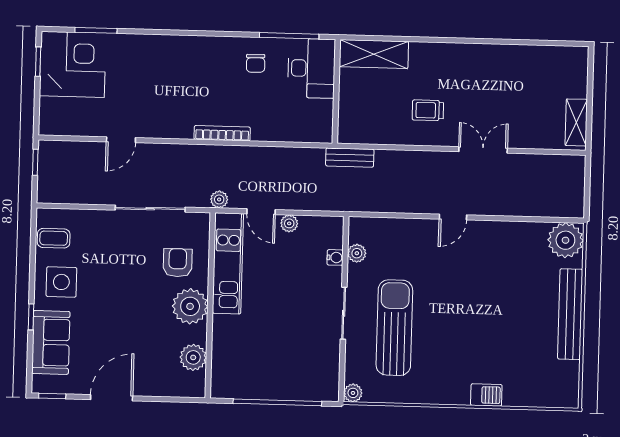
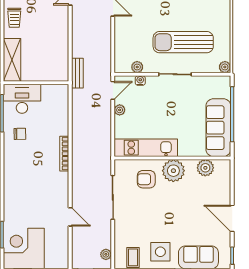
trolley: (428, 110) -> (14, 18), moved
plant: (219, 199) -> (106, 254), moved
door: (261, 212) -> (113, 90), moved
sofa: (257, 380) -> (218, 128), added

